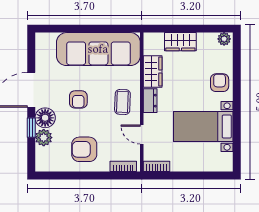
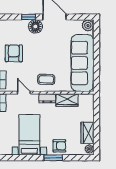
wardrobe: (180, 42) -> (87, 133), moved
window: (237, 92) -> (53, 158), added
armchair: (78, 99) -> (48, 49), removed
door: (142, 134) -> (24, 93), hinge flipped
plant: (44, 138) -> (88, 25), moved

